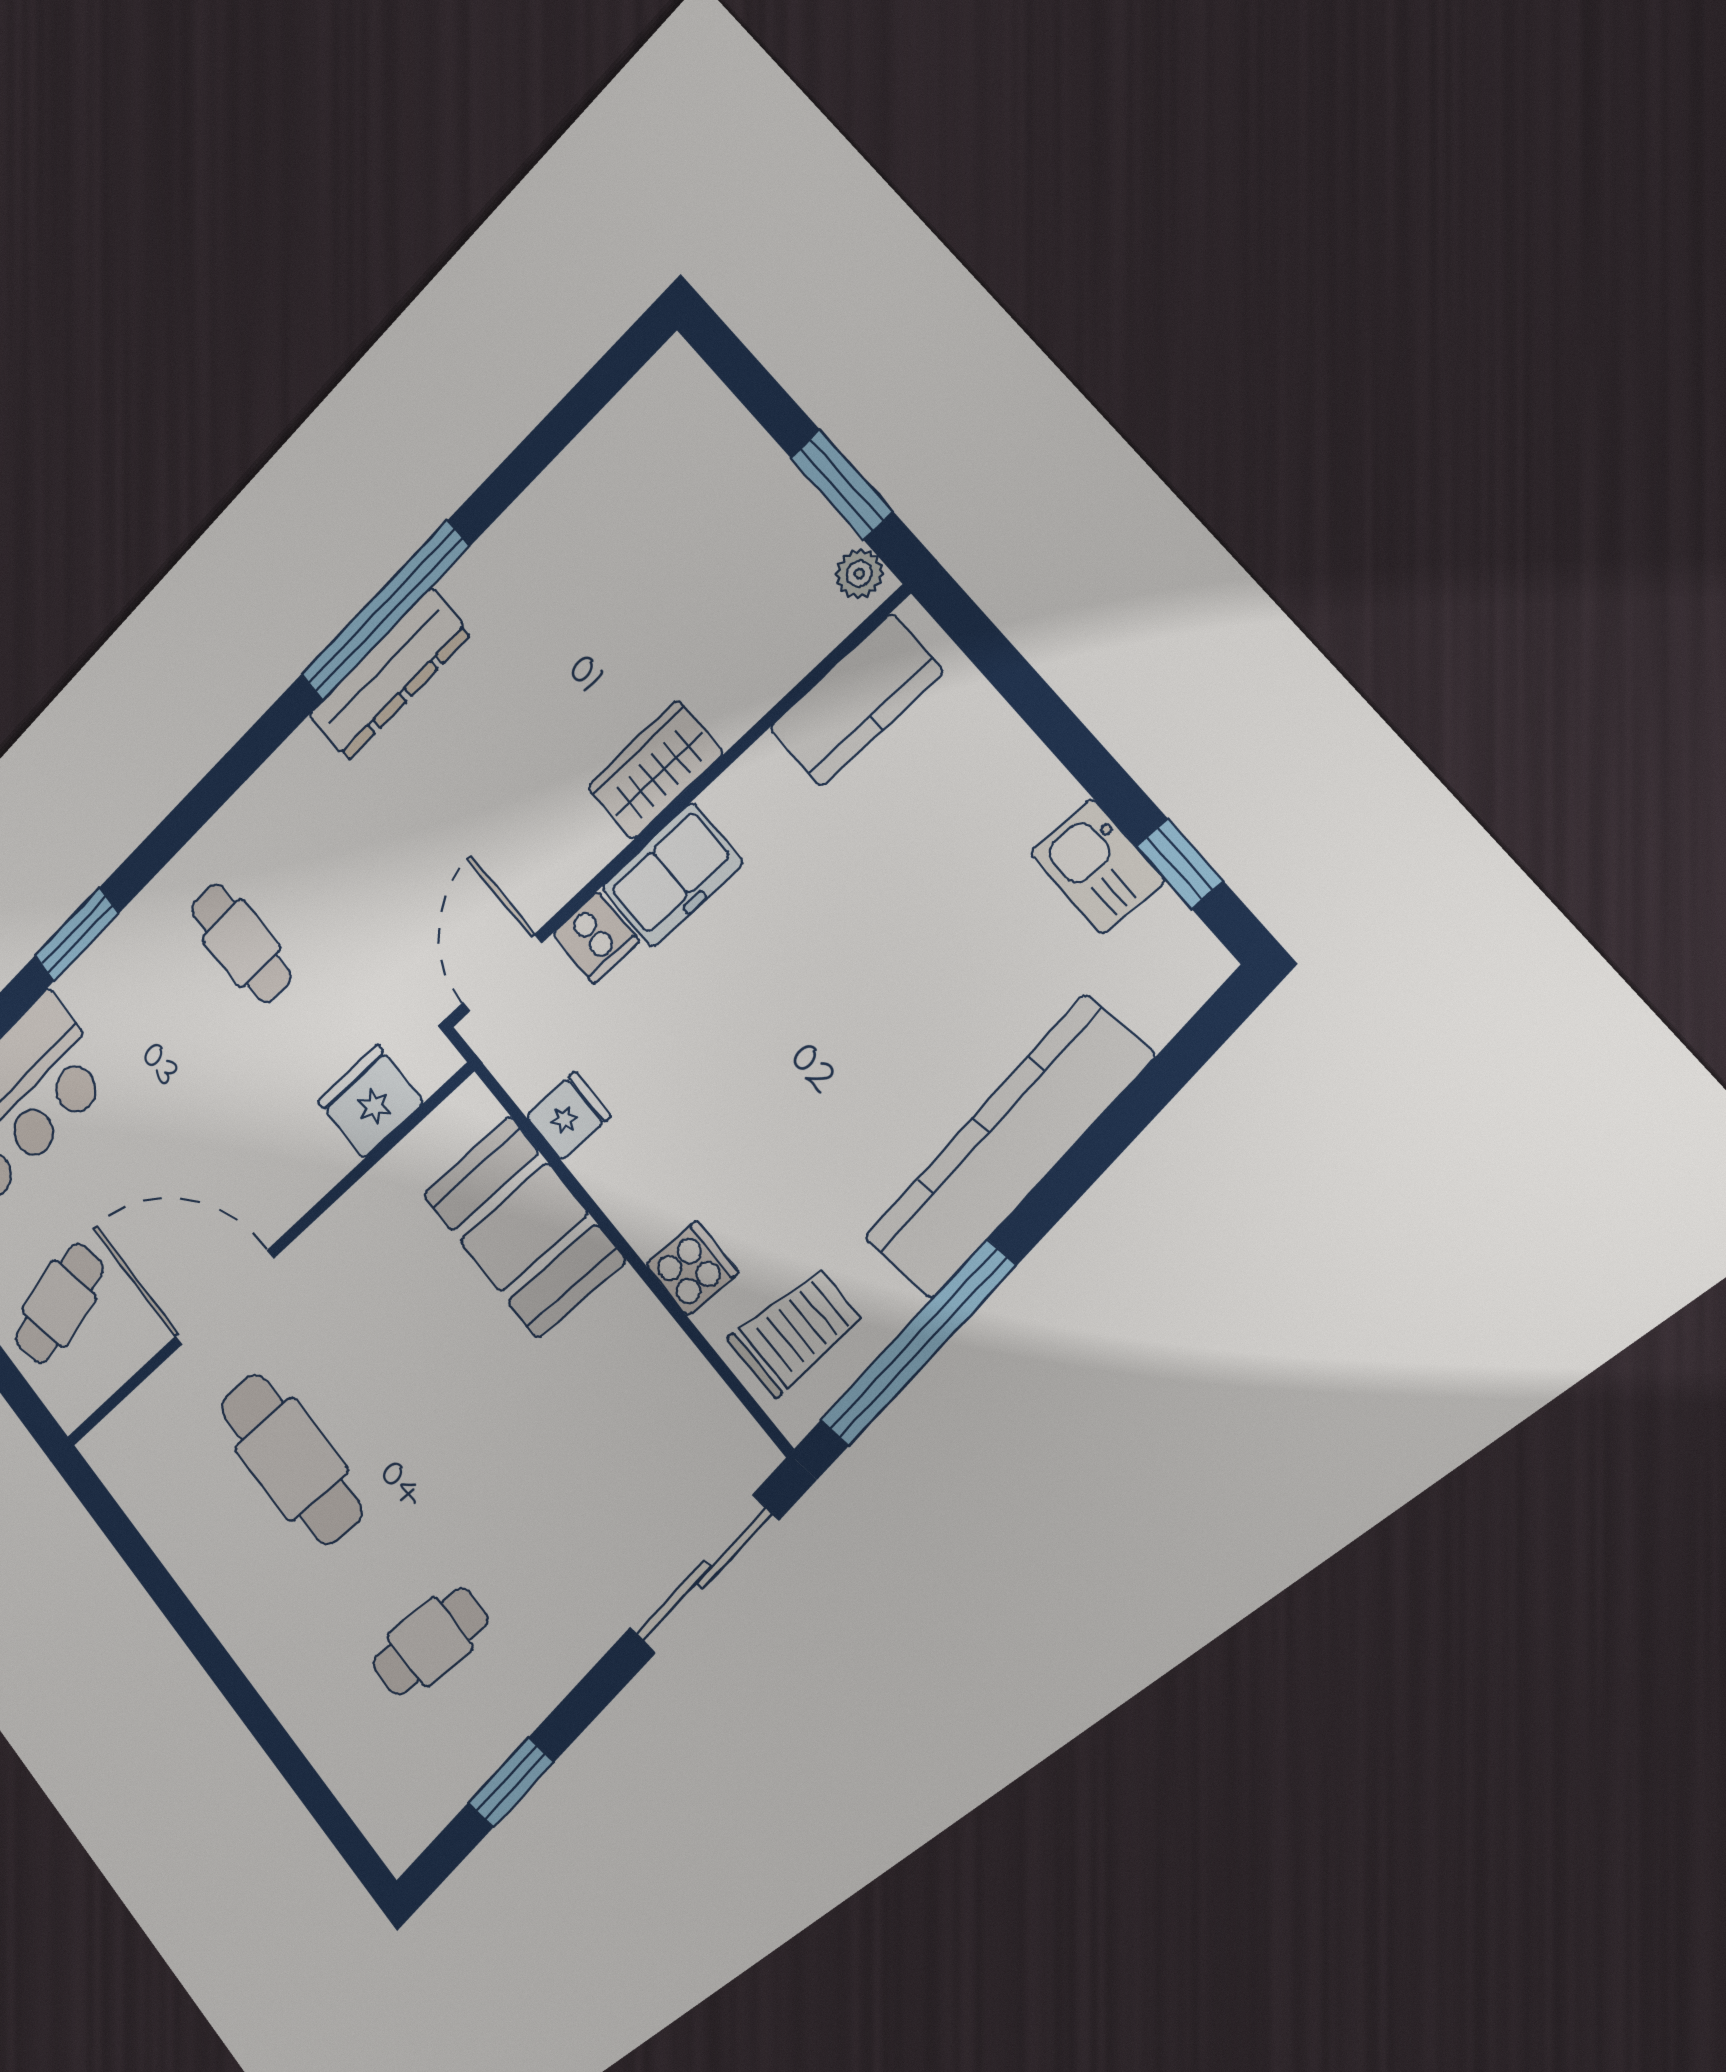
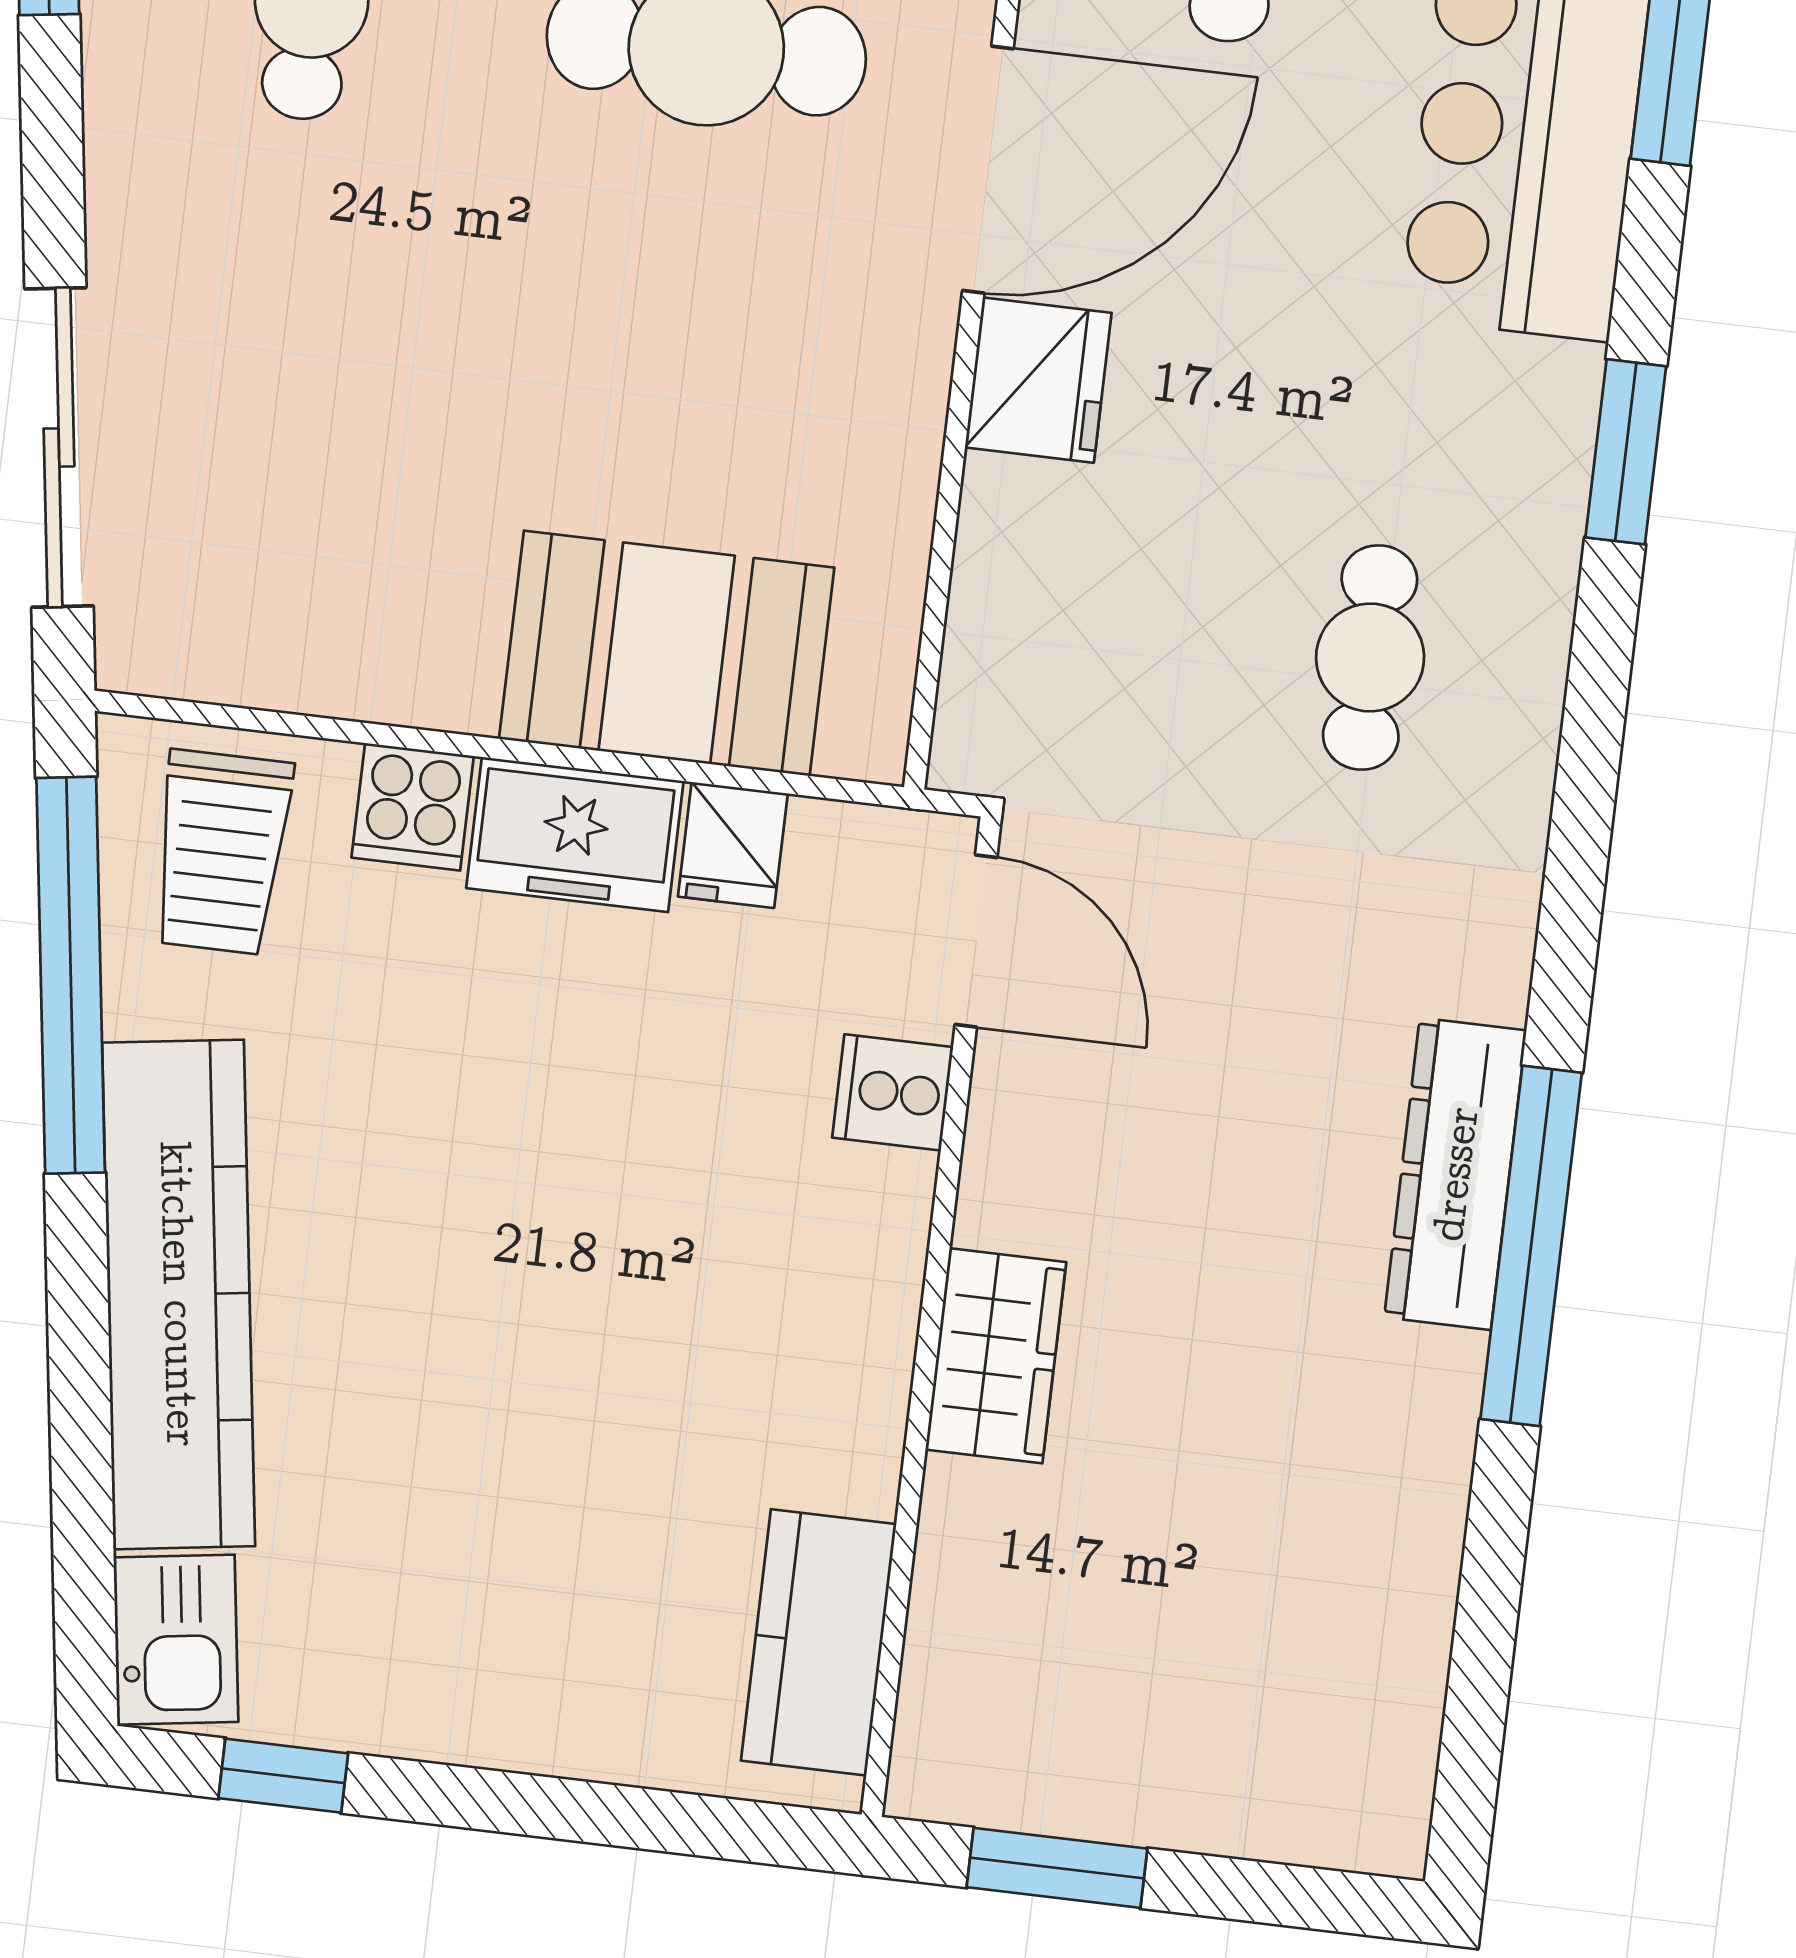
plant: (859, 574) -> (945, 1787), removed
kitchen sink: (1097, 867) -> (176, 1640), moved, turned 82
freezer: (672, 875) -> (575, 835), moved, turned -90
cafe table: (241, 943) -> (1370, 658), turned 90
fridge: (370, 1102) -> (1038, 380), moved

